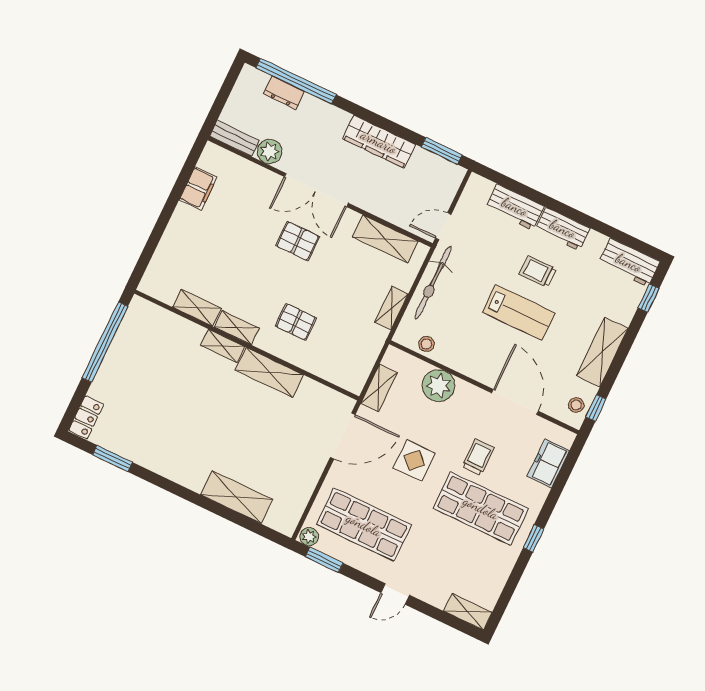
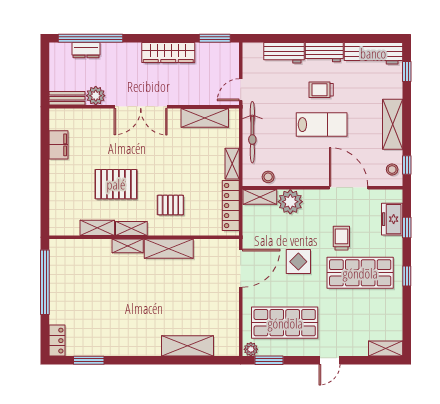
pallet: (298, 241) -> (116, 184), moved, width x1.50, depth x1.42
workbench: (629, 263) -> (373, 53), width x1.38
locker: (366, 357) -> (231, 206), added
shelving: (379, 388) -> (260, 197), moved, turned 90
window: (561, 481) -> (407, 227), added

